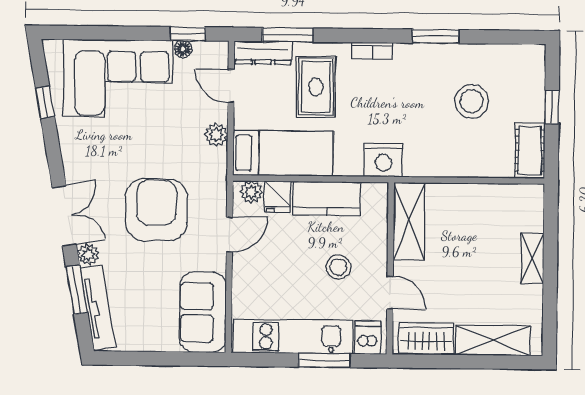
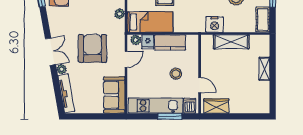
nightstand: (383, 160) -> (215, 25), moved
shelving: (409, 221) -> (231, 42), moved, turned 90
window: (77, 290) -> (56, 85), removed
shelving: (493, 340) -> (247, 106), removed

